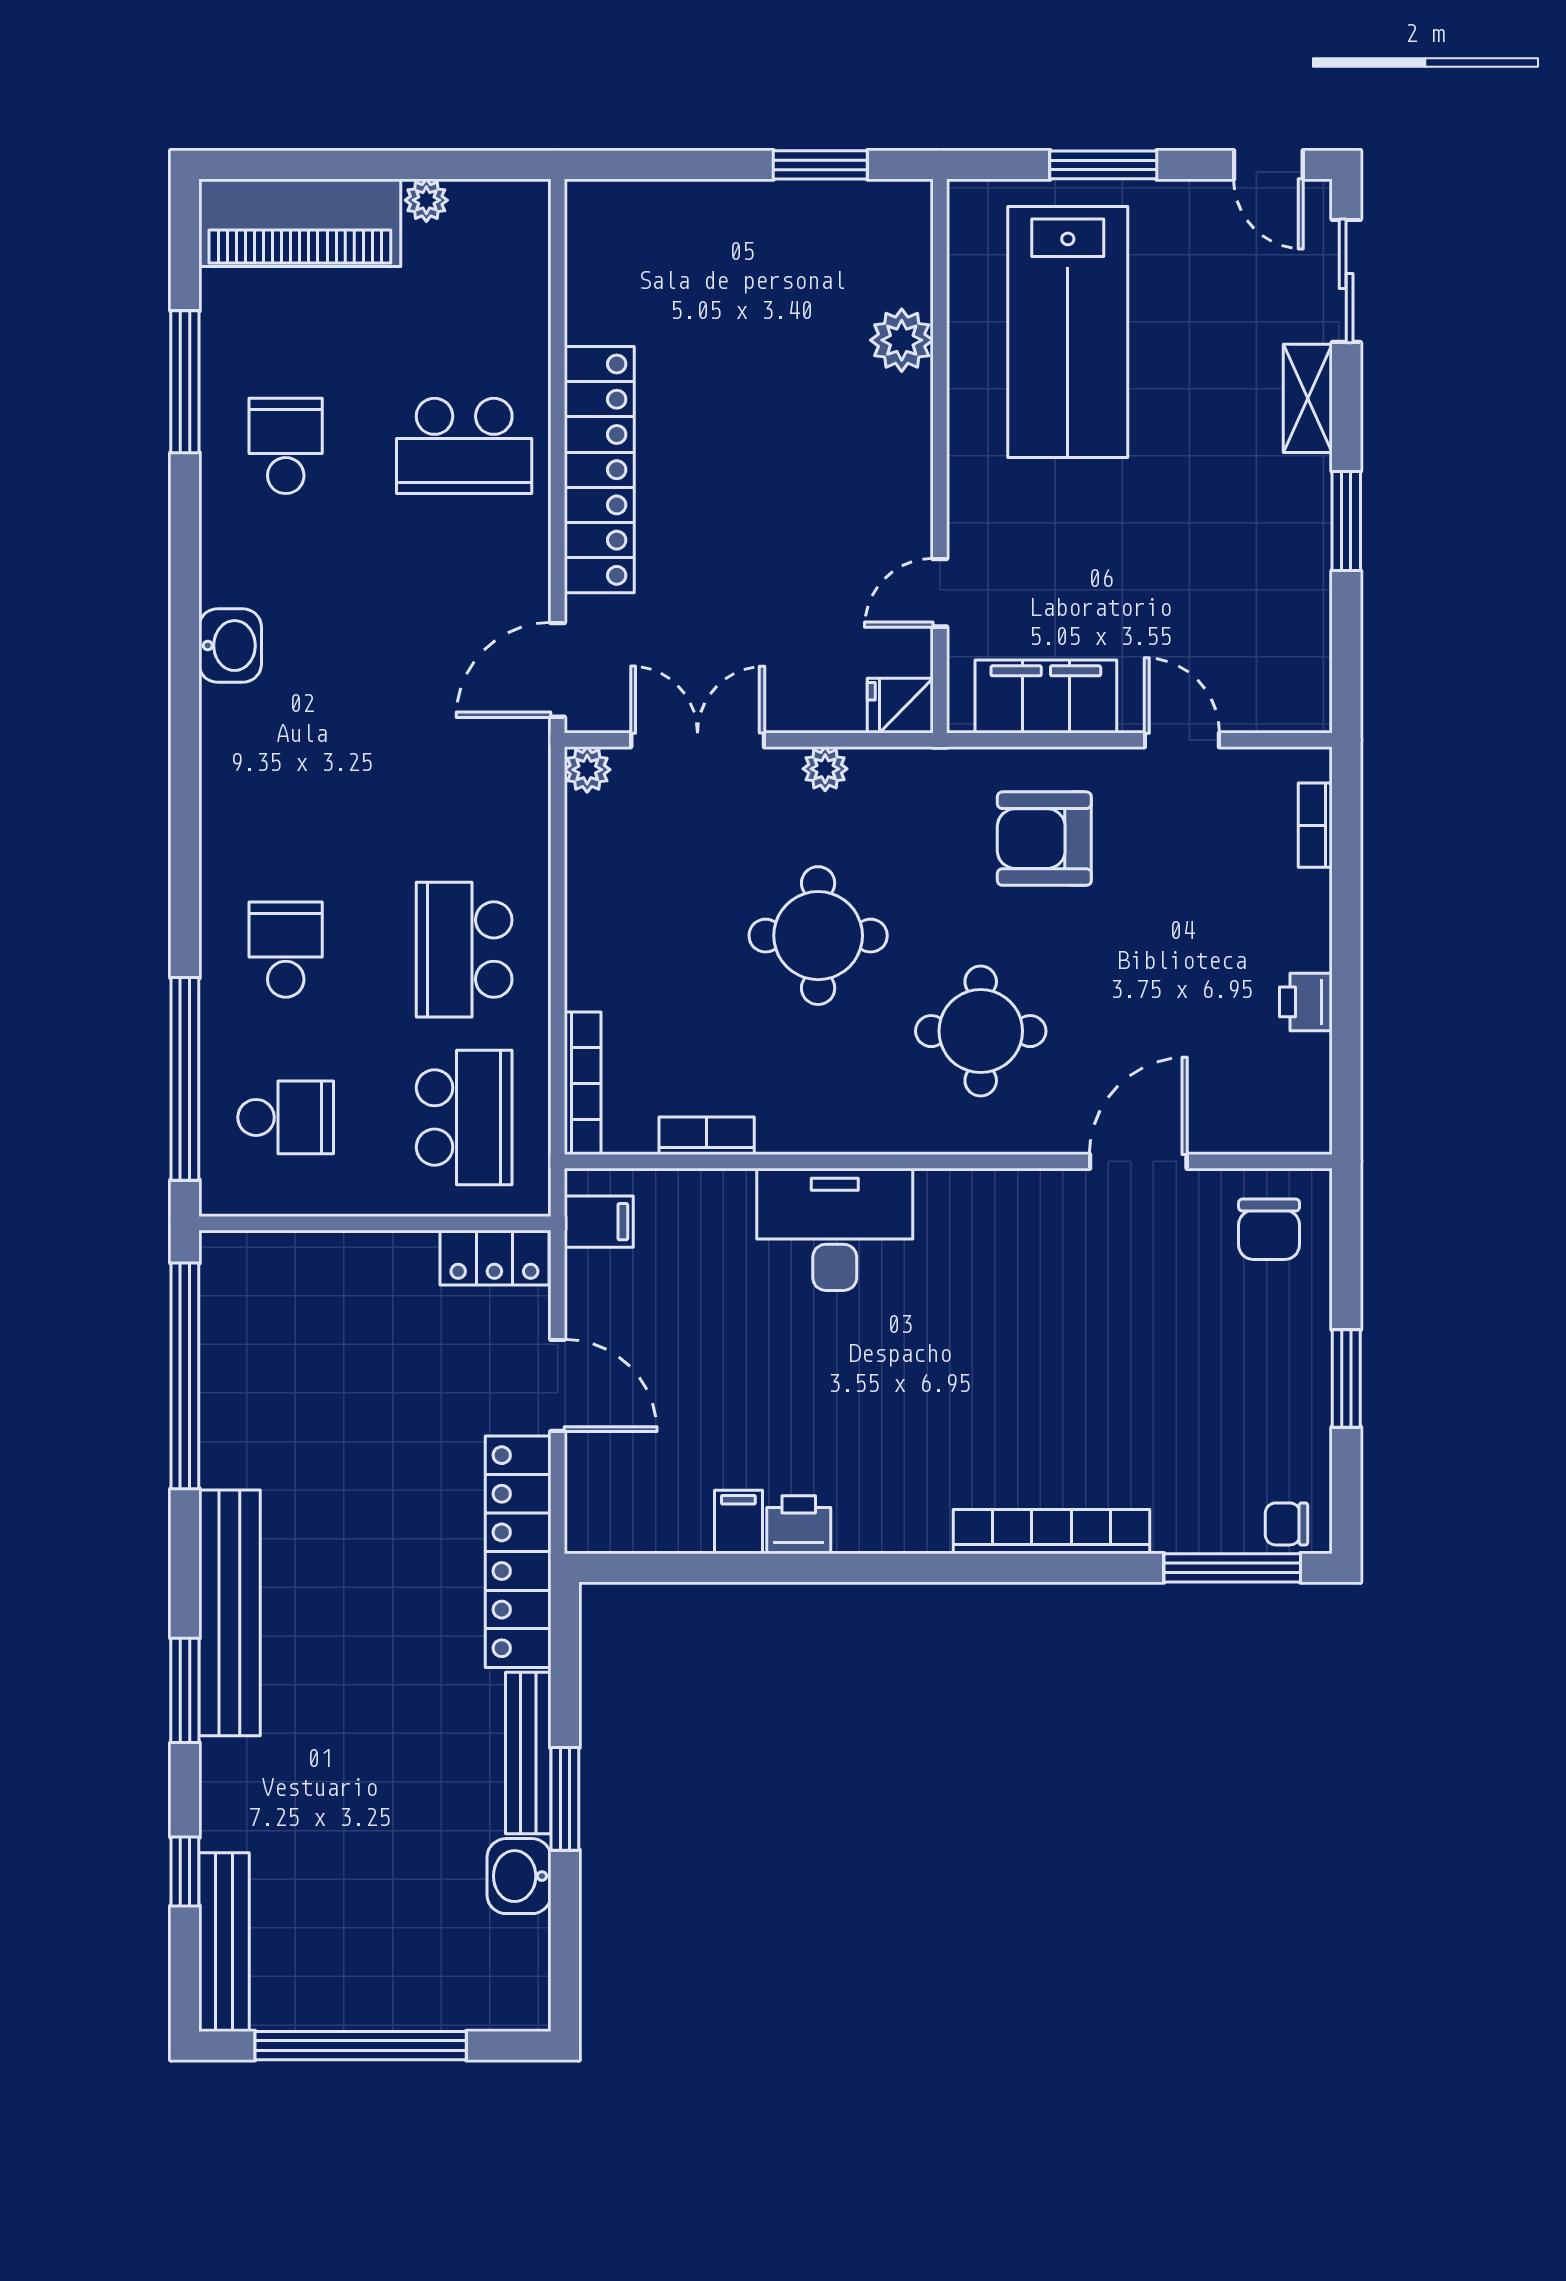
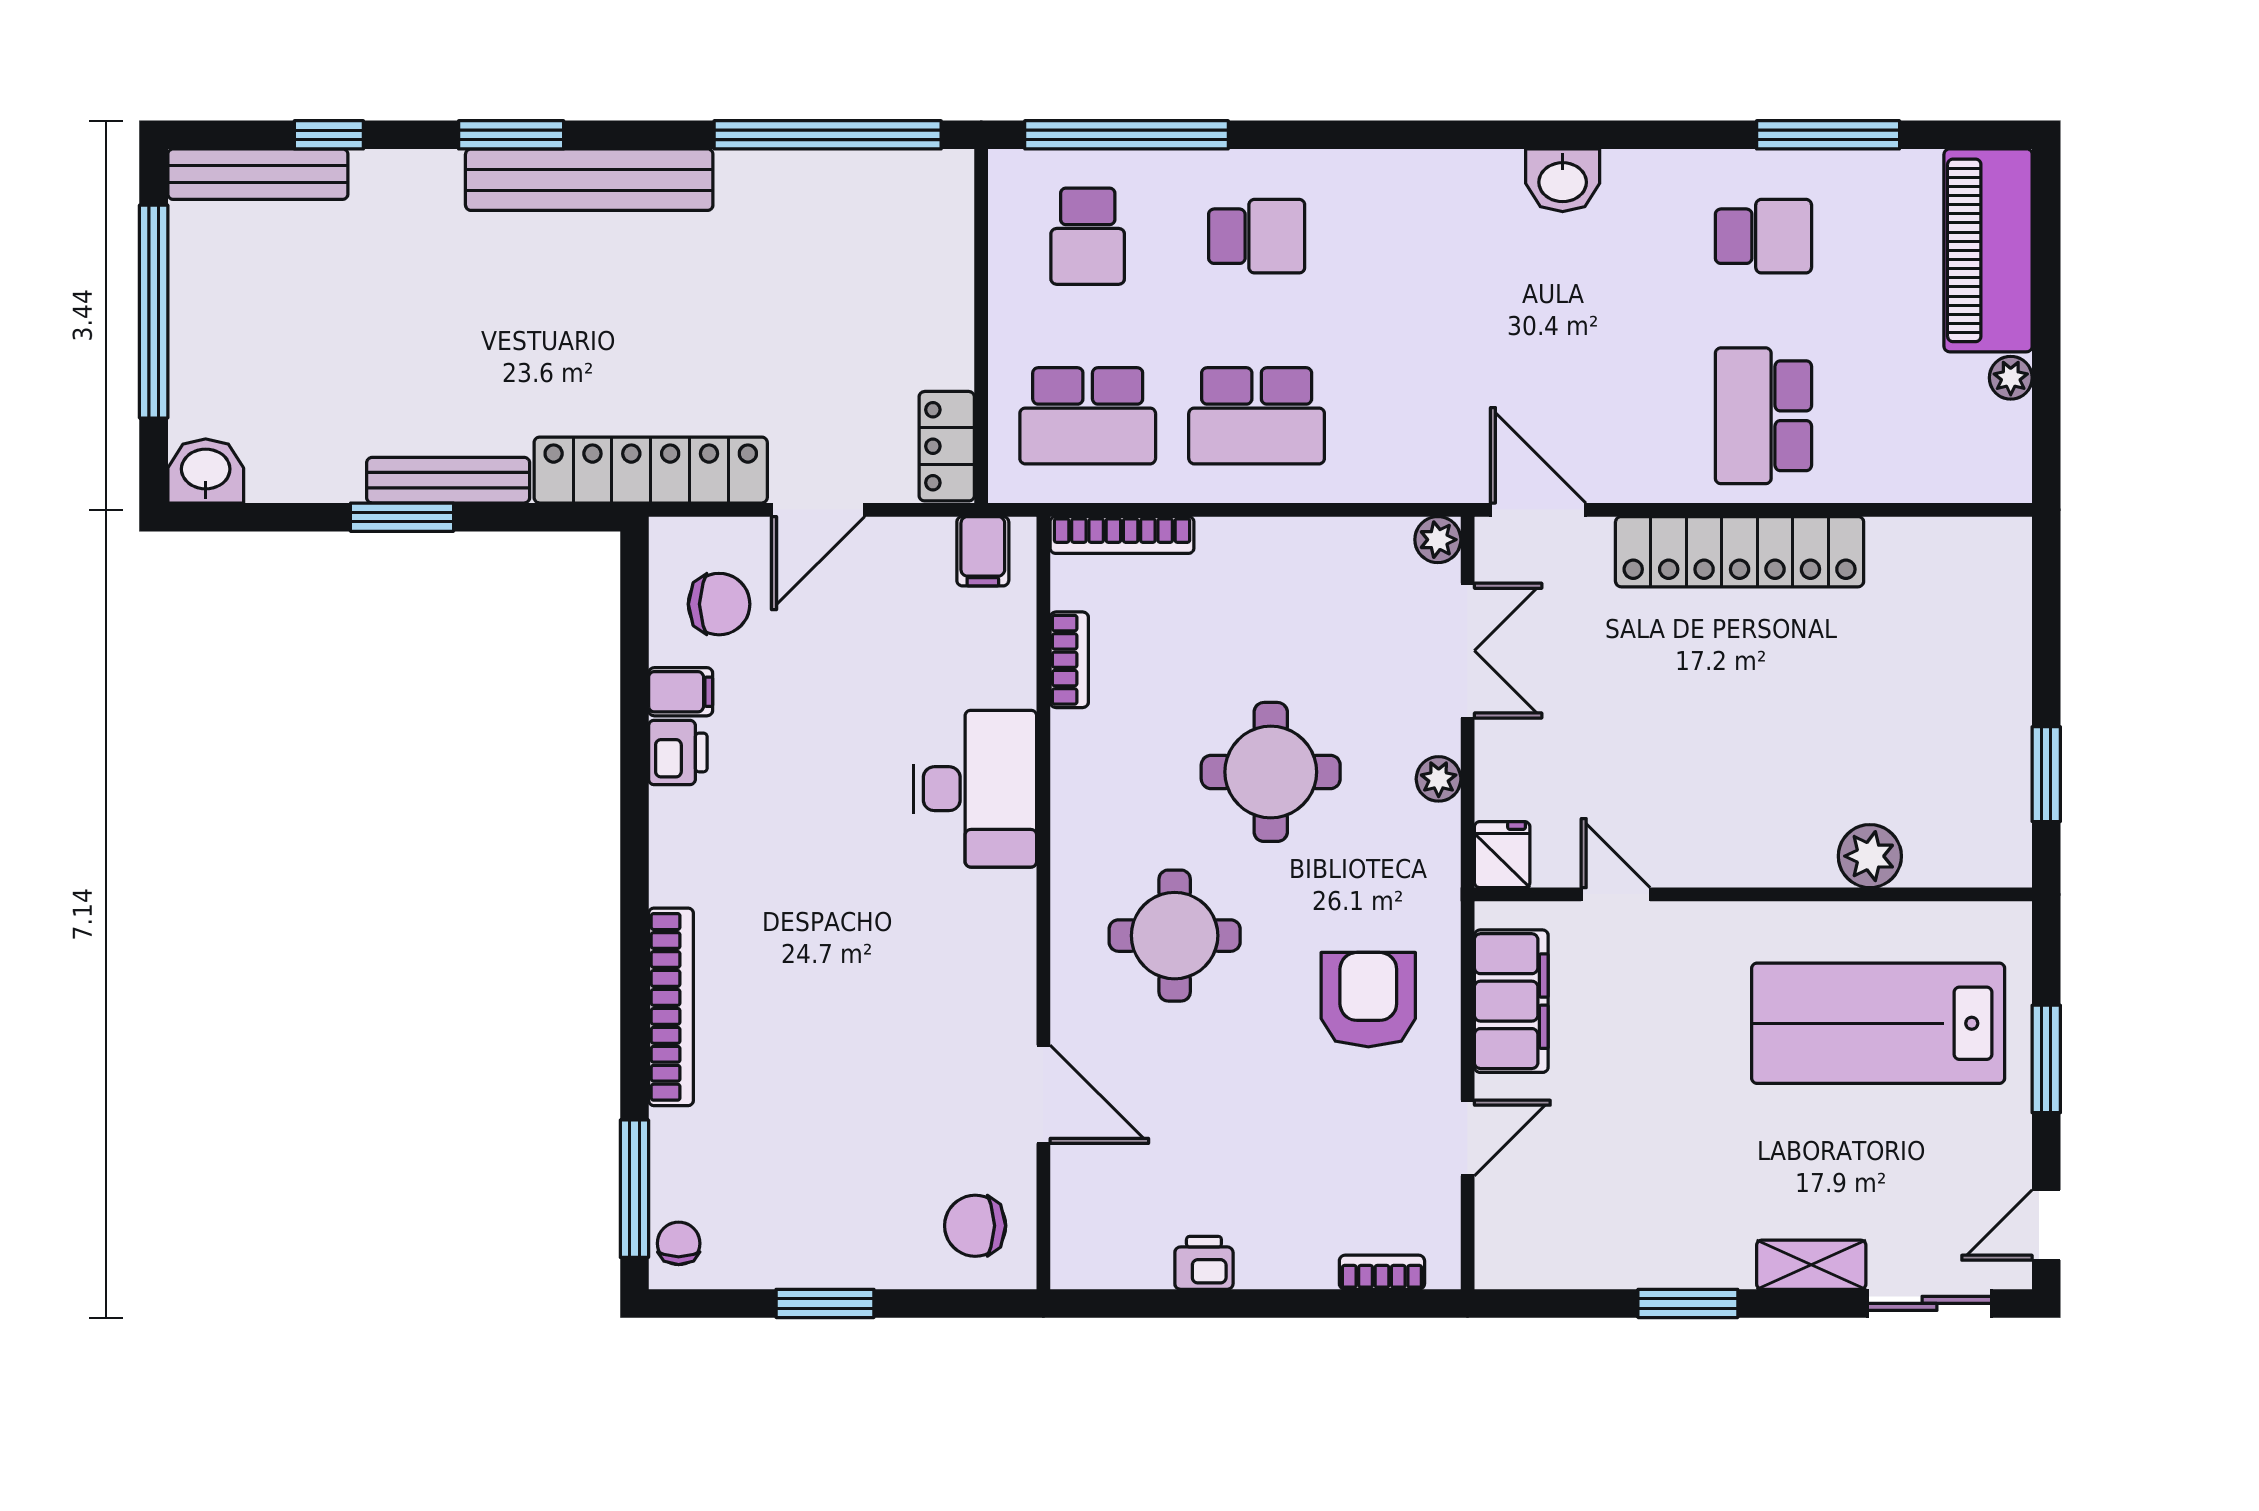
school desk: (464, 950) -> (1257, 416), turned 180
chair: (651, 1484) -> (719, 604), added
washbasin: (519, 1876) -> (206, 471), moved

